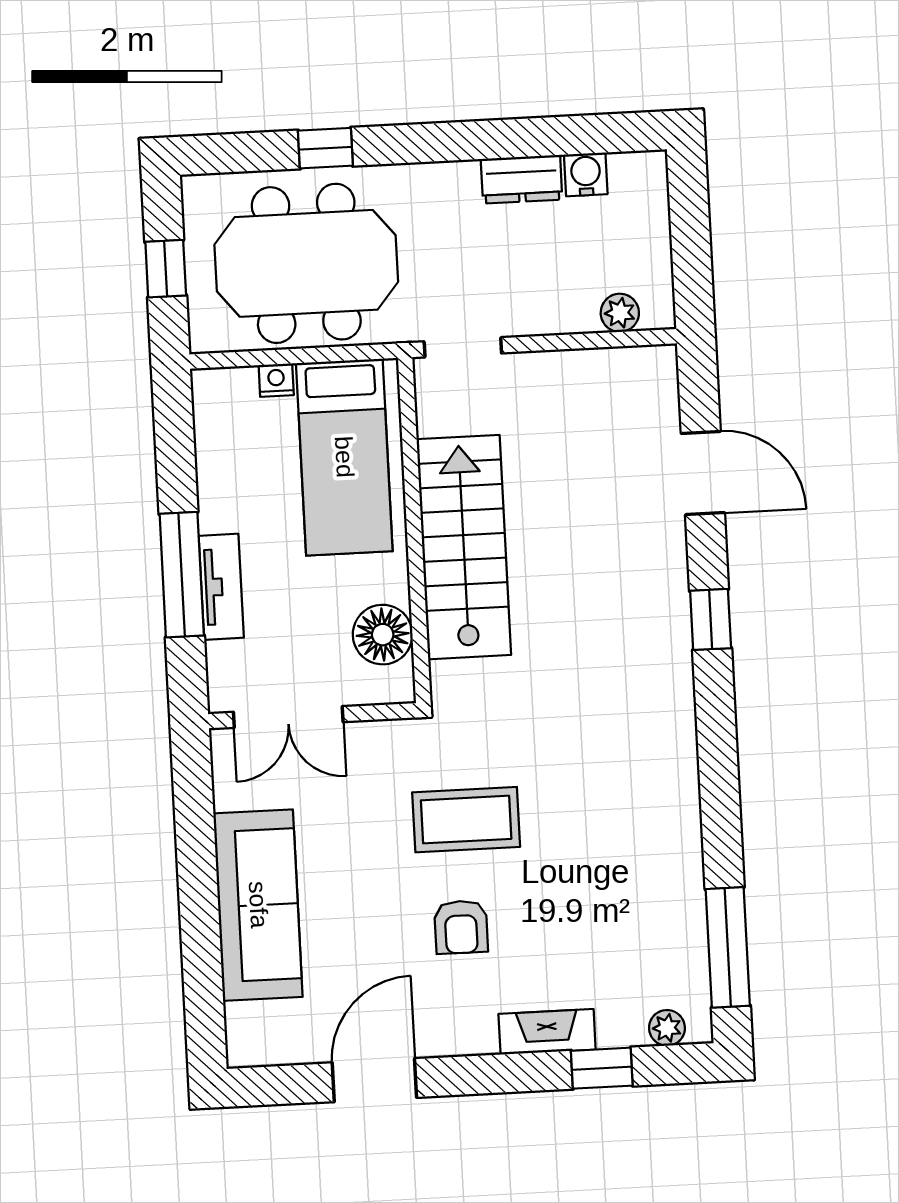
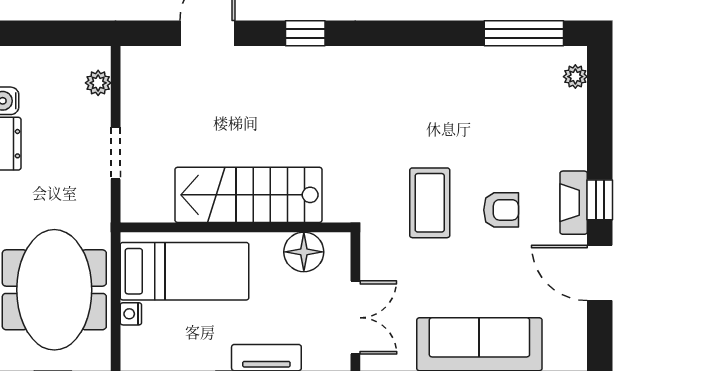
doorway: (463, 347) -> (116, 153), moved
fireplace: (547, 1032) -> (574, 203), moved
window: (602, 1068) -> (600, 200), moved

